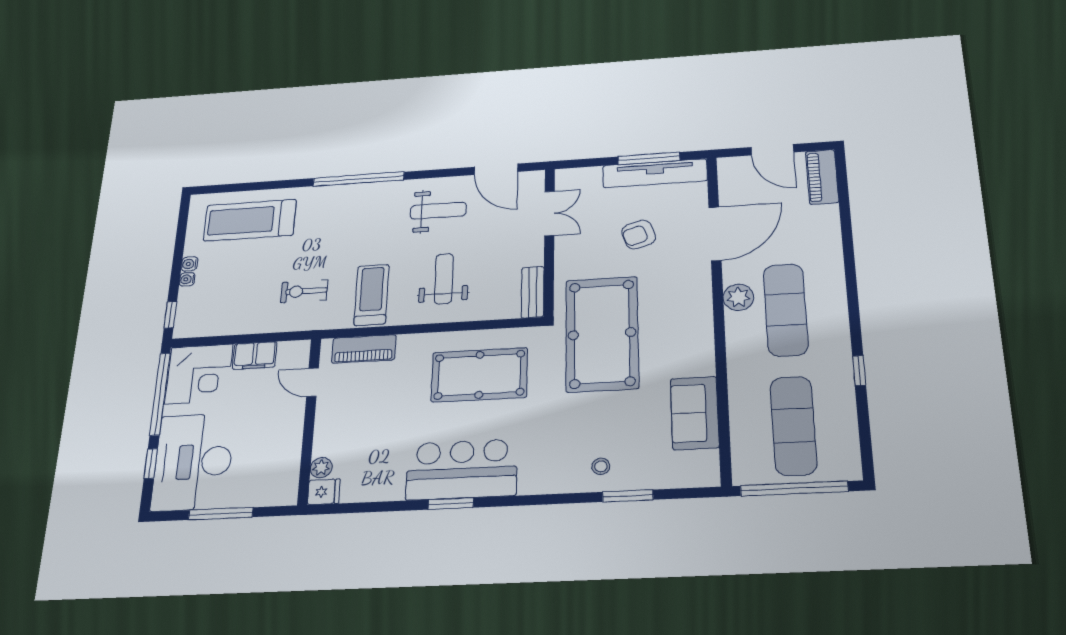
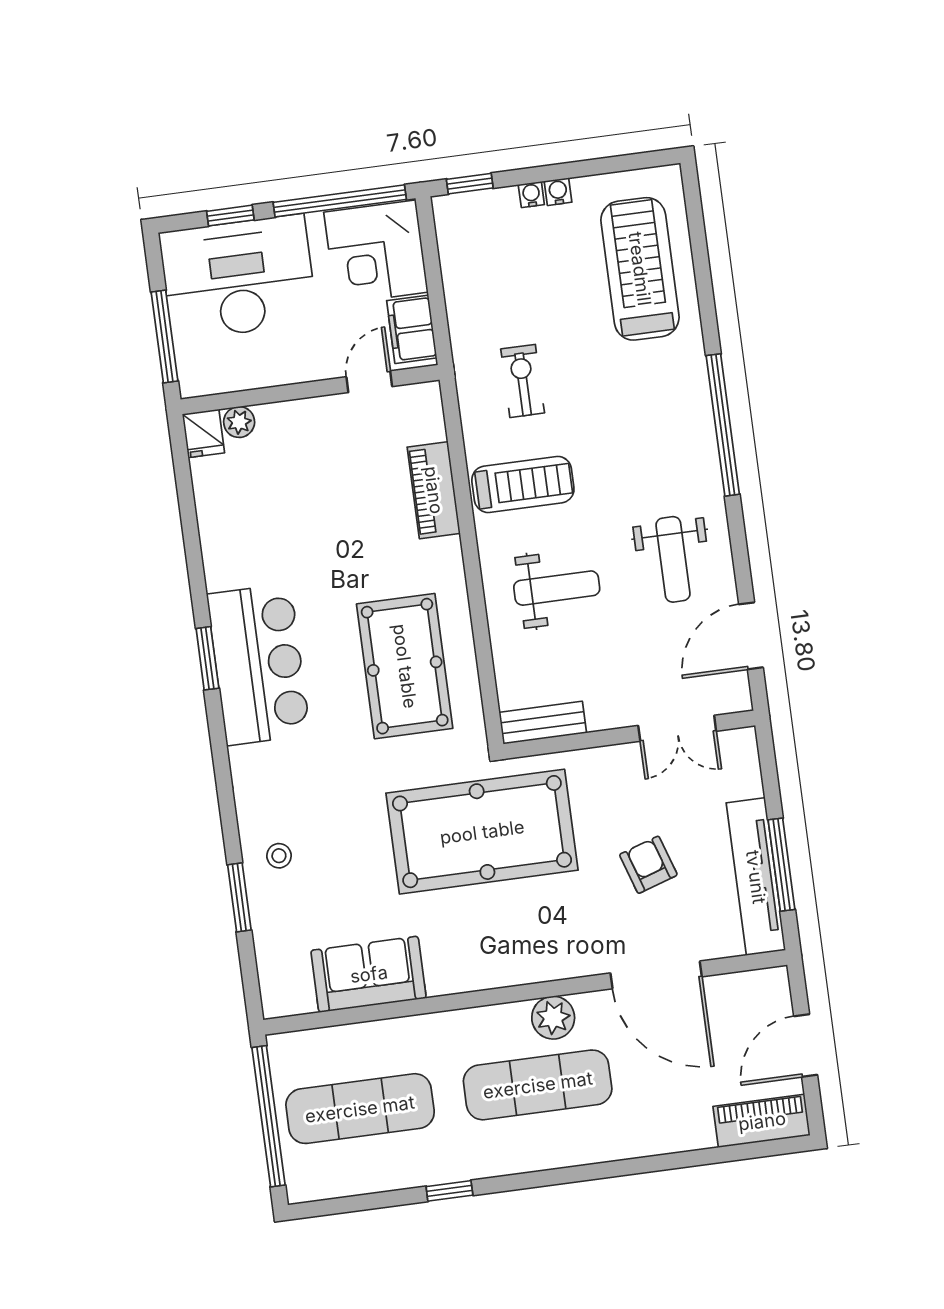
door: (312, 382) -> (369, 382), moved
wall: (309, 420) -> (310, 390), moved
plant: (321, 468) -> (239, 422), moved
fridge: (324, 492) -> (203, 433), moved

